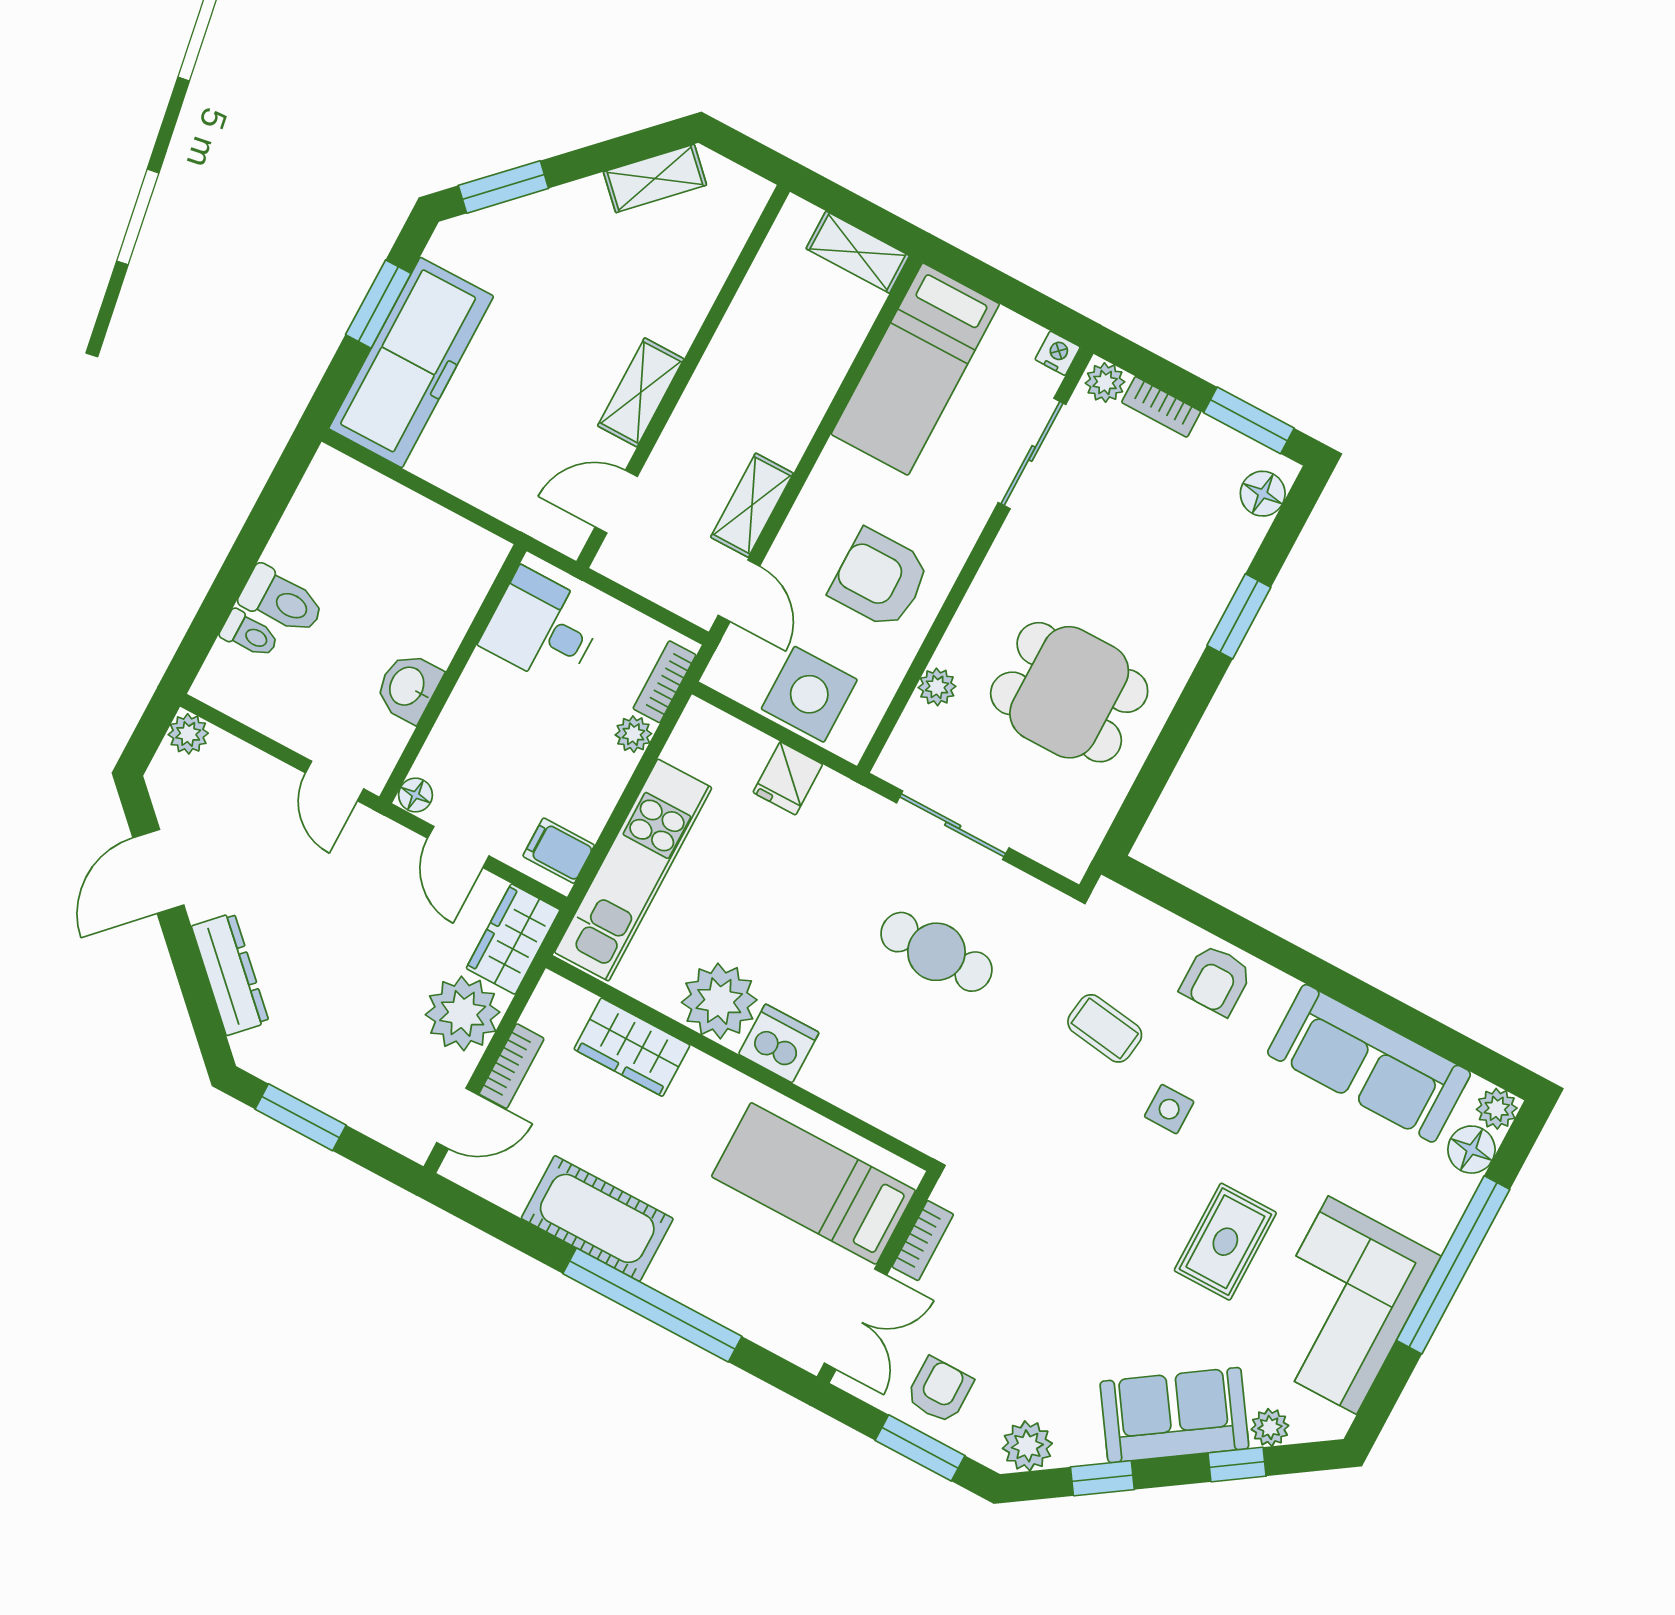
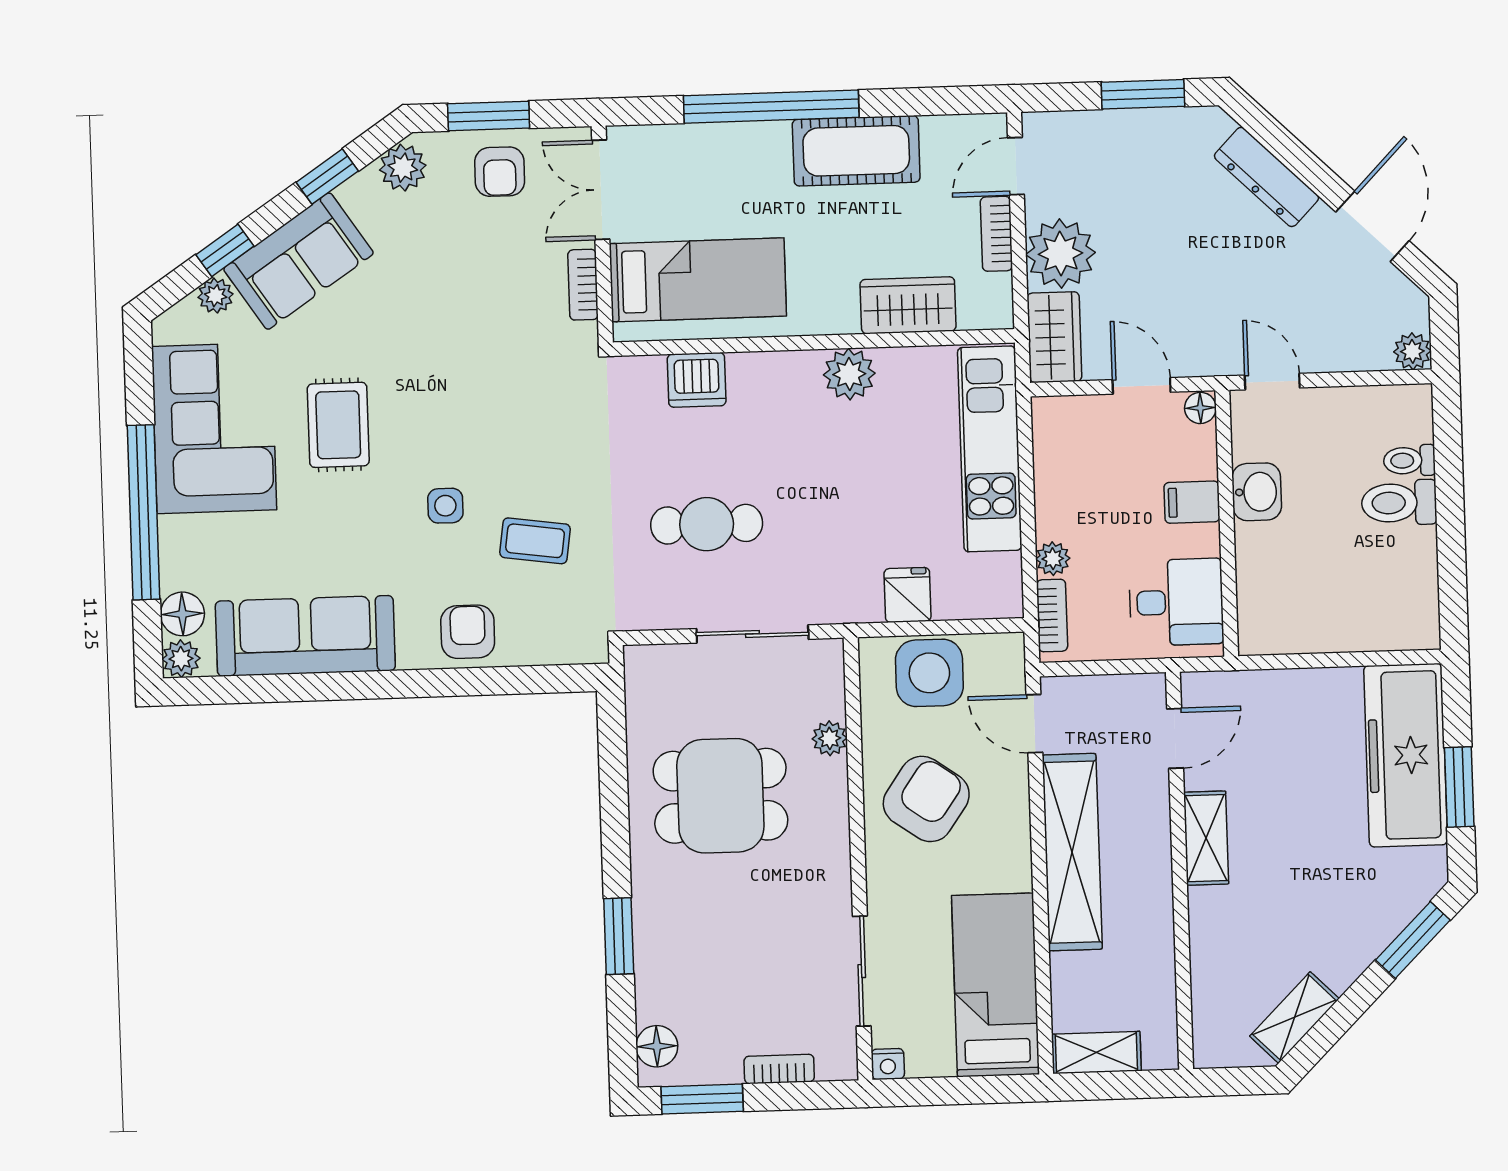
plant: (1105, 382) -> (836, 1063), removed
shelving: (752, 505) -> (1072, 852), width x2.20, depth x1.33
armchair: (880, 579) -> (926, 799), turned -55
filing cabinet: (559, 851) -> (1192, 502), moved, turned 180
plant: (719, 1001) -> (849, 374), width x0.73, depth x0.73
dishwasher: (779, 1043) -> (697, 380), moved

